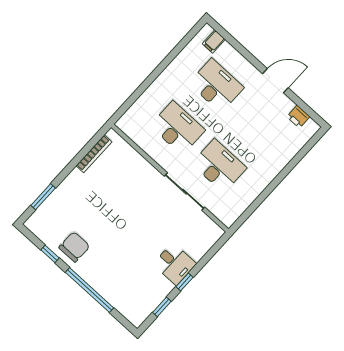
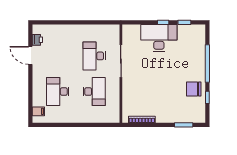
door: (275, 81) -> (30, 55), moved
desk: (177, 128) -> (94, 92), turned 180
desk: (175, 264) -> (159, 38), width x1.87, depth x1.30

